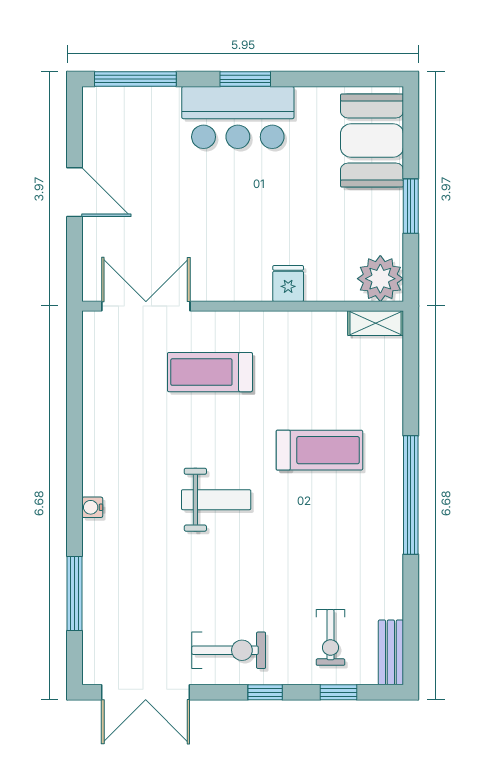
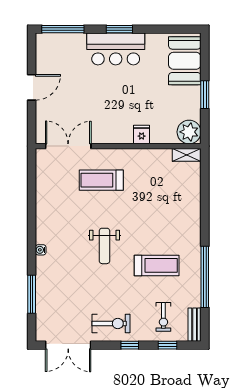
door: (75, 192) -> (32, 87), hinge flipped
treadmill: (319, 450) -> (157, 265), moved
window: (411, 495) -> (205, 277), moved
weight bench: (216, 500) -> (104, 246), turned 90

